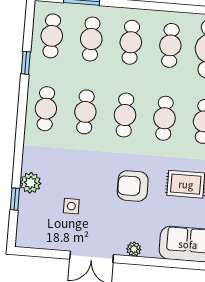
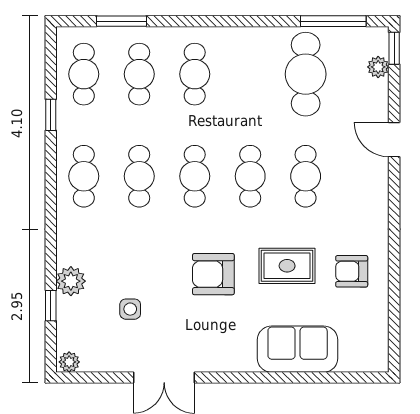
cafe table: (170, 45) -> (250, 74), removed
plant: (134, 249) -> (69, 362), moved

